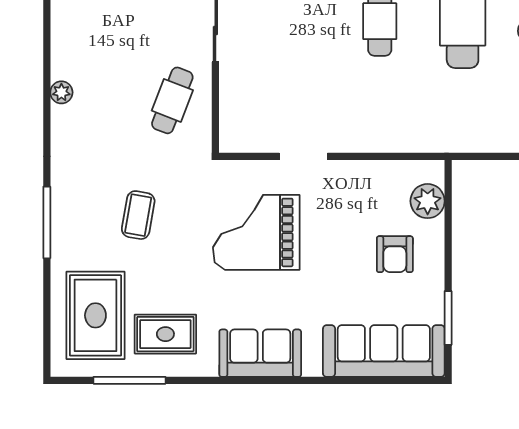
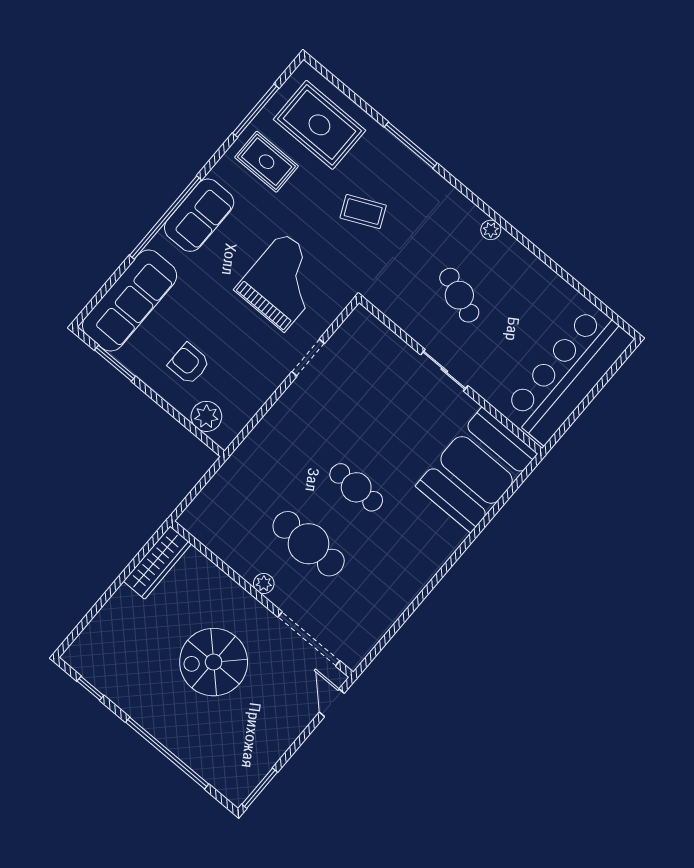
cafe table: (172, 100) -> (459, 295), moved
coffee table: (138, 215) -> (363, 212), turned -35
rug: (165, 334) -> (267, 162), turned 90
window: (286, 380) -> (166, 217), added

